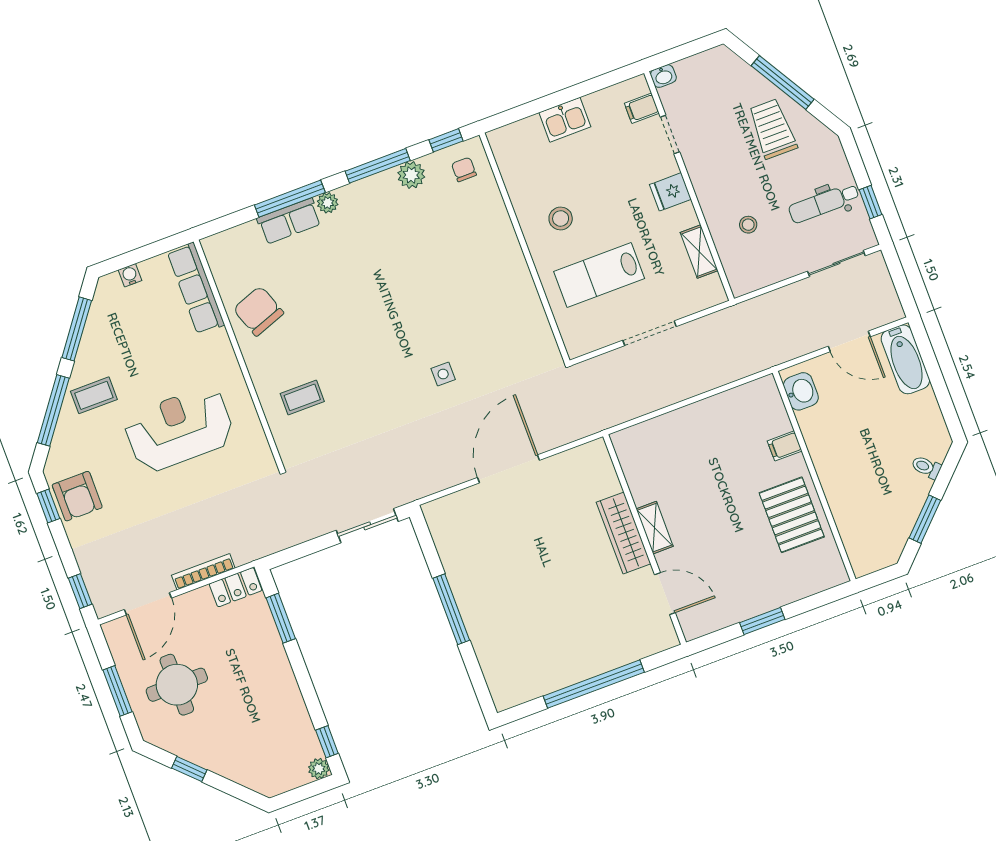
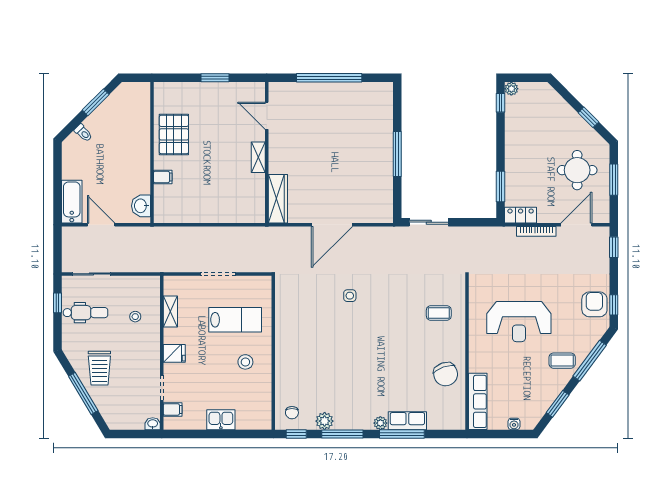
window: (77, 329) -> (558, 404), width x0.69
wardrobe: (624, 533) -> (278, 199), moved

